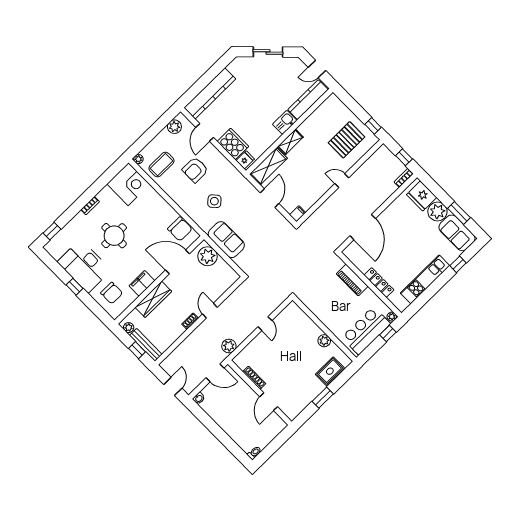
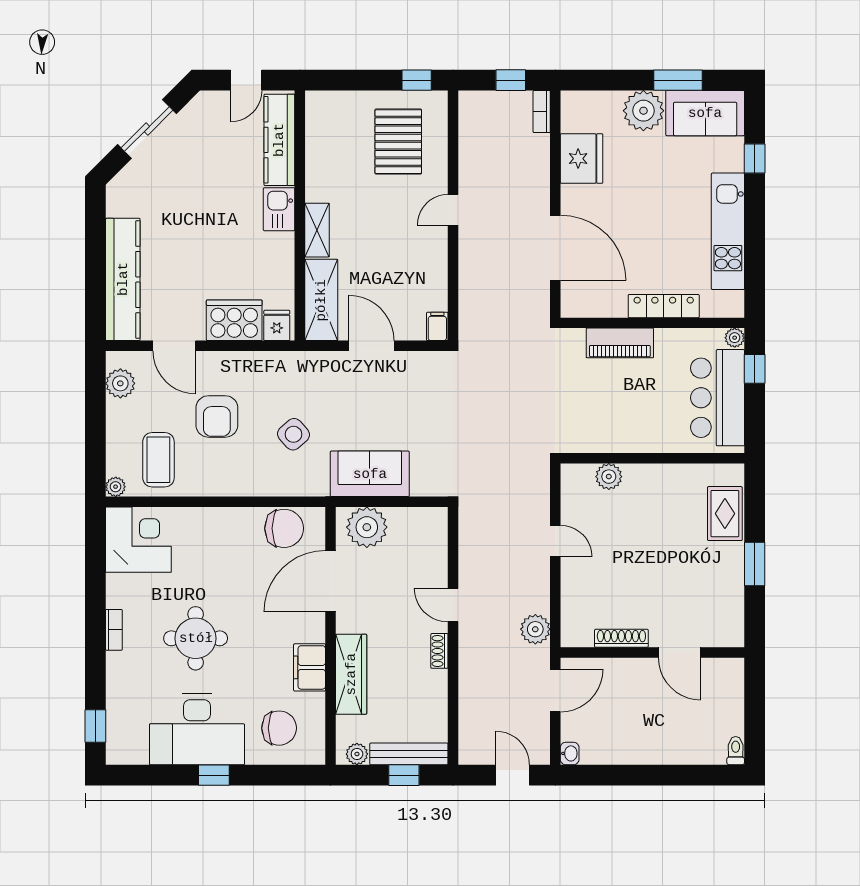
fridge: (422, 196) -> (582, 159), moved, turned -90
plant: (324, 341) -> (609, 477), moved

